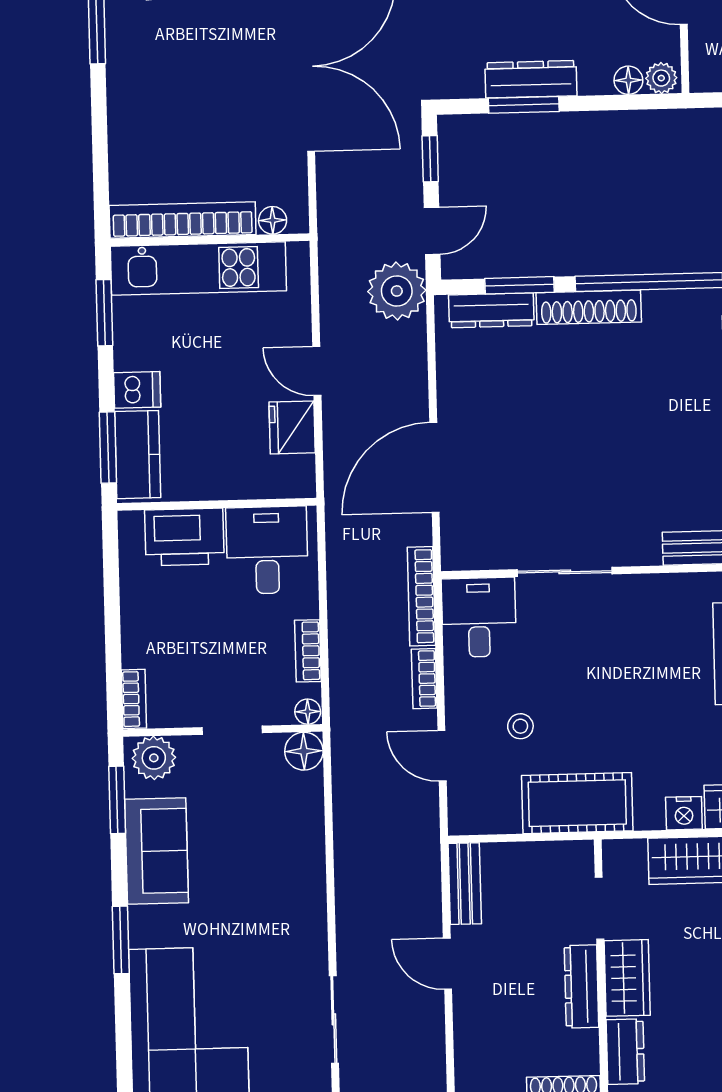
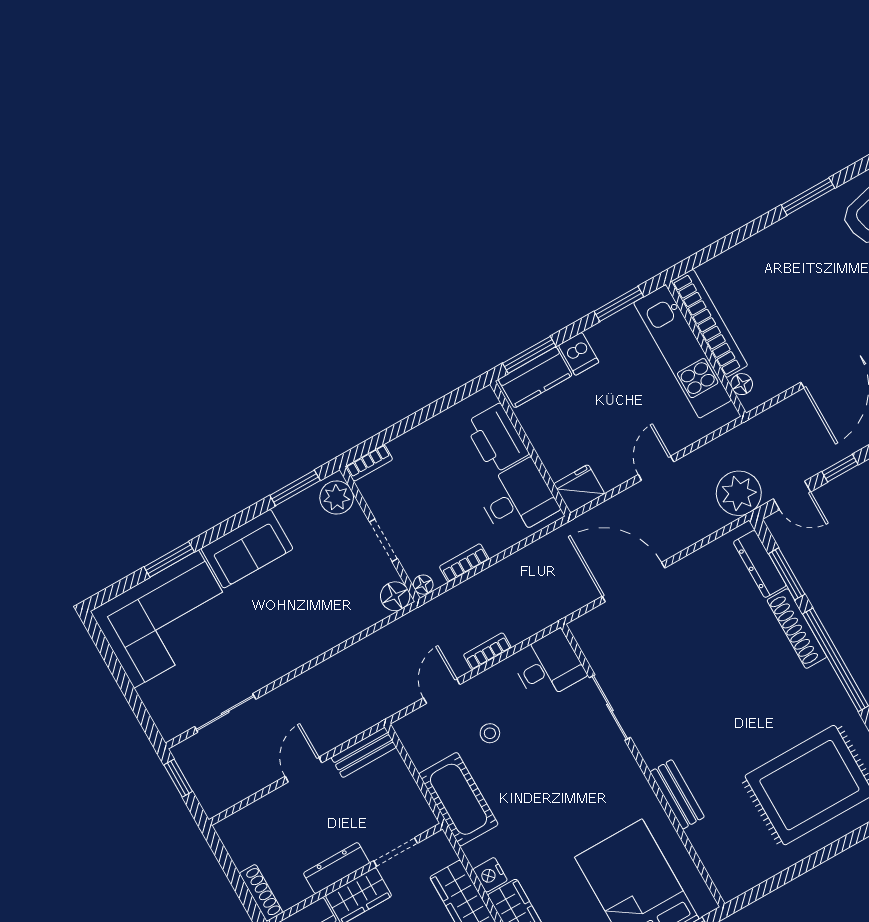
fridge: (292, 427) -> (579, 489), moved
bookcase: (421, 596) -> (542, 620), removed
sofa: (157, 851) -> (247, 549), moved
window: (121, 940) -> (169, 559), moved

